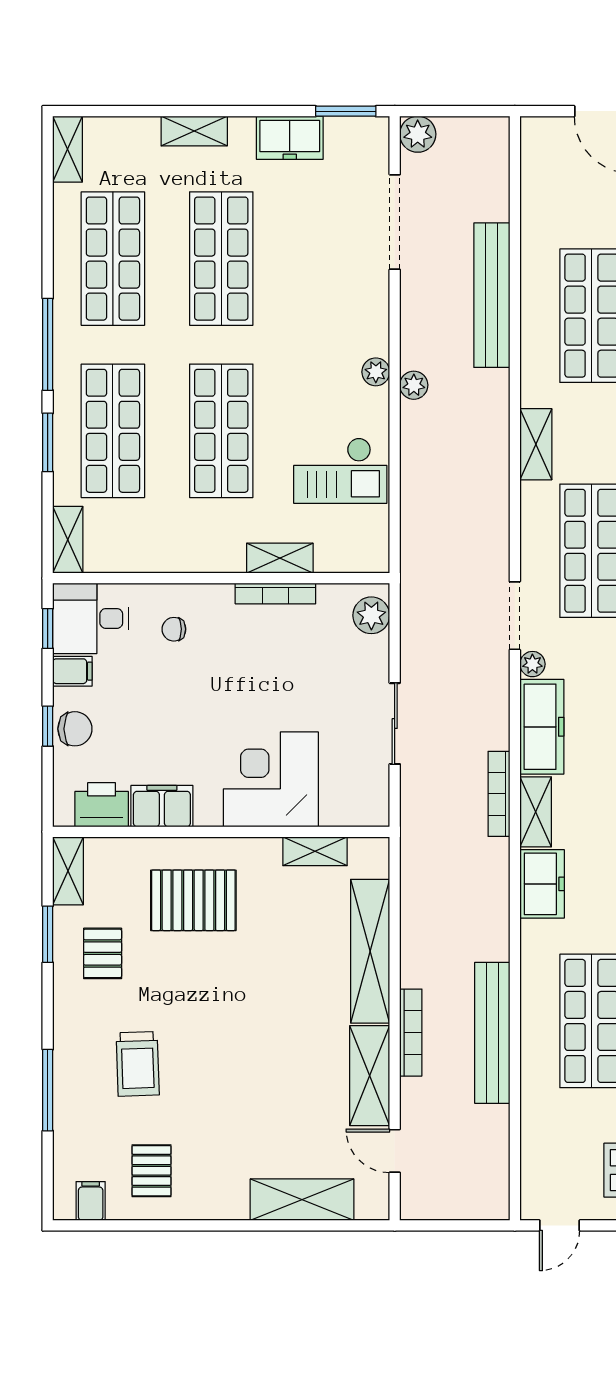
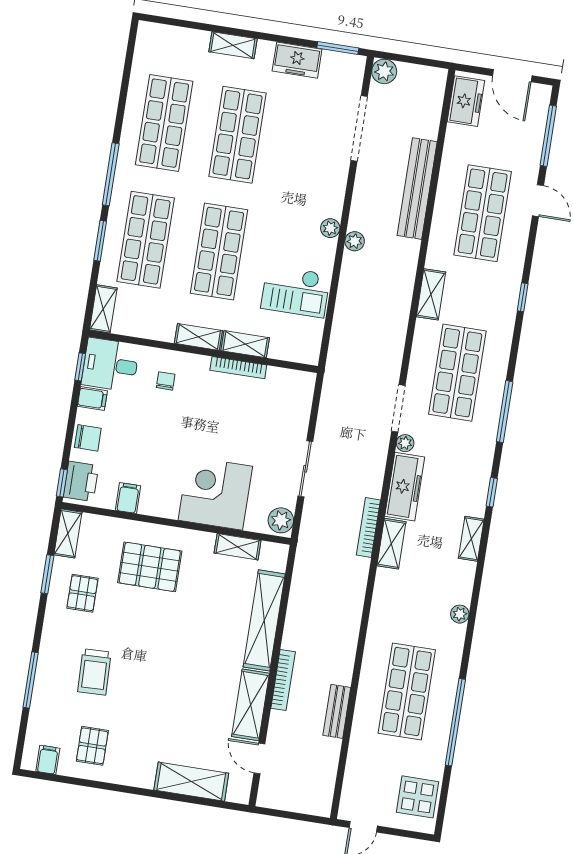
shelving: (68, 149) -> (198, 337), moved, turned 90
plant: (371, 615) -> (281, 520), moved
chair: (174, 629) -> (166, 381), turned 90
window: (48, 726) -> (62, 483), moved
printer: (102, 805) -> (81, 481), moved, turned 90
filing cabinet: (162, 806) -> (128, 498), width x0.50
freezer: (542, 884) -> (466, 101), moved
bench: (492, 1033) -> (337, 711), width x0.54, depth x0.82

